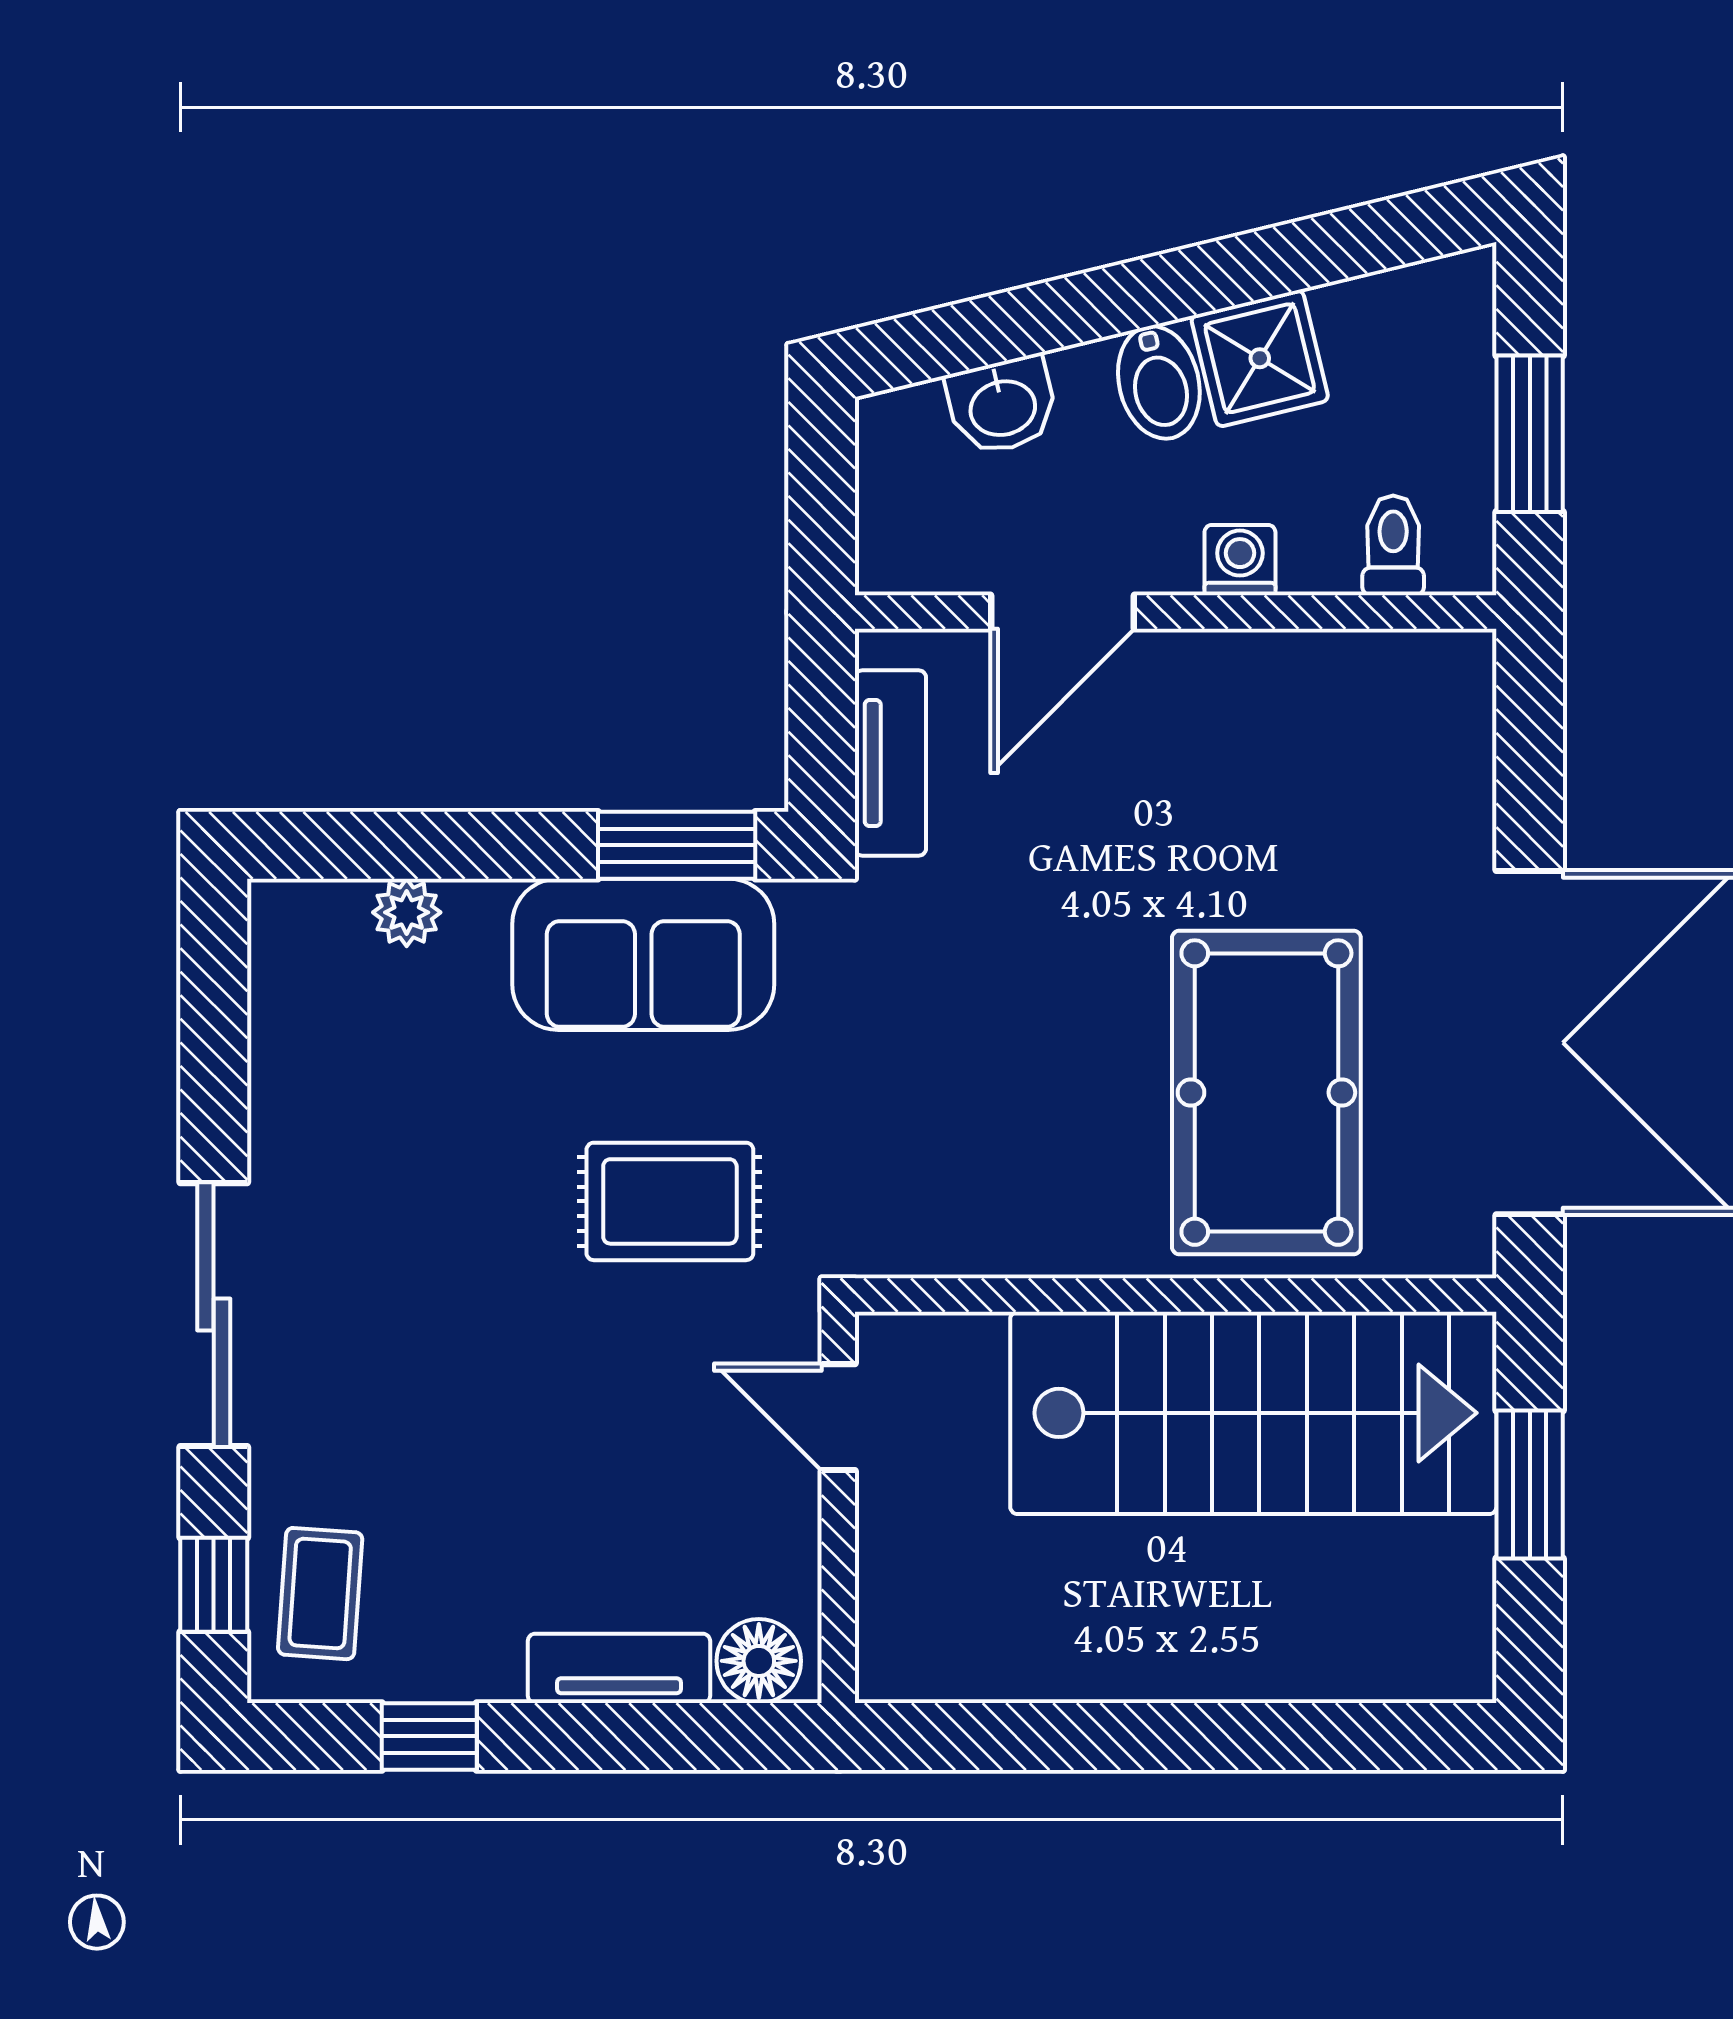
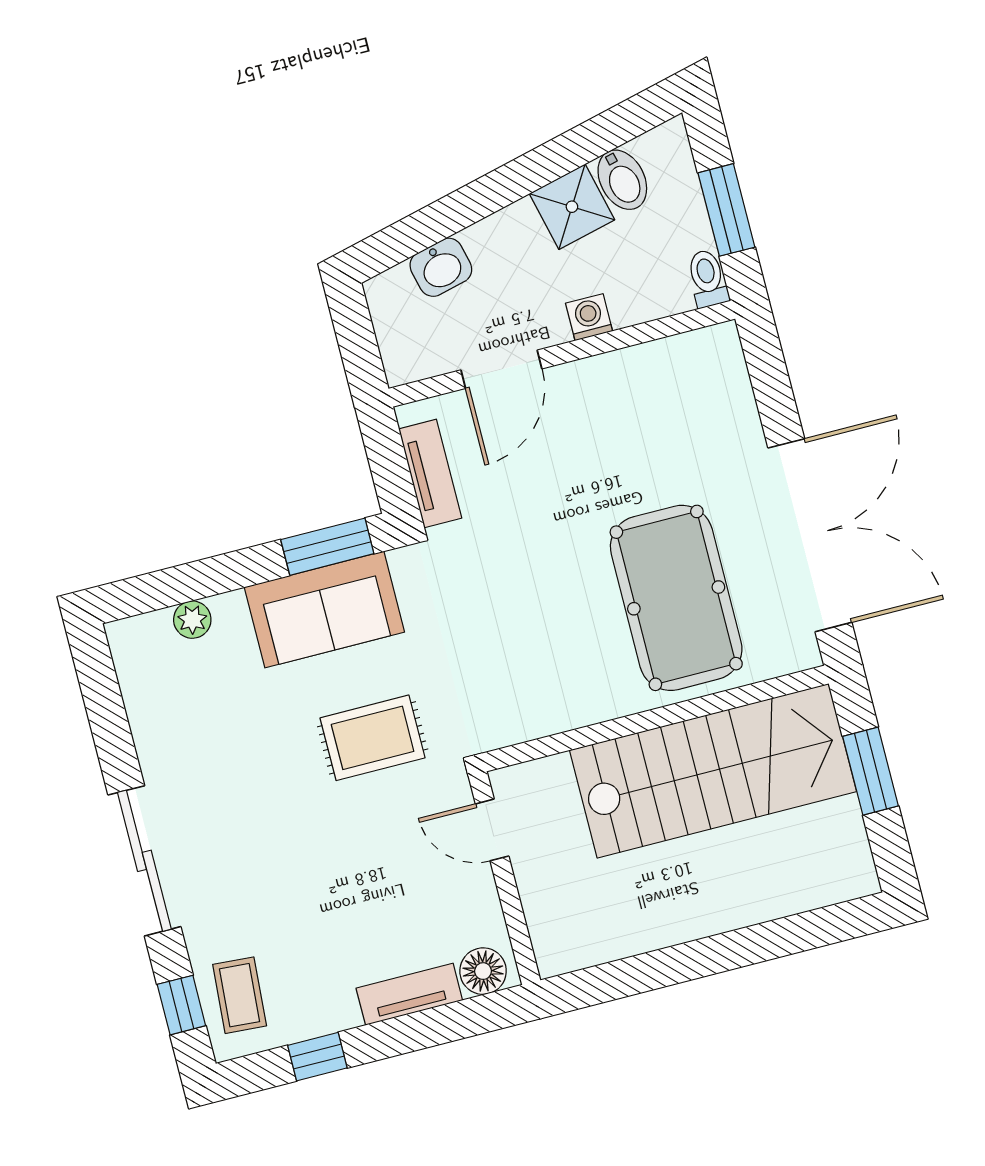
bidet: (1159, 382) -> (622, 180), moved
toilet: (1393, 545) -> (708, 278), moved

